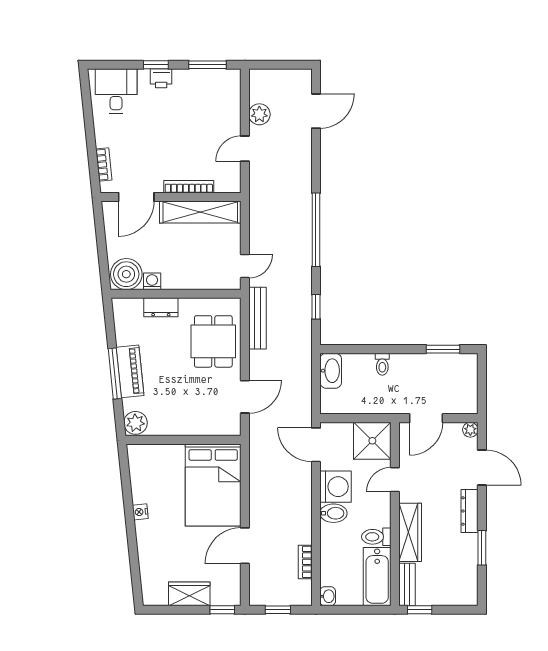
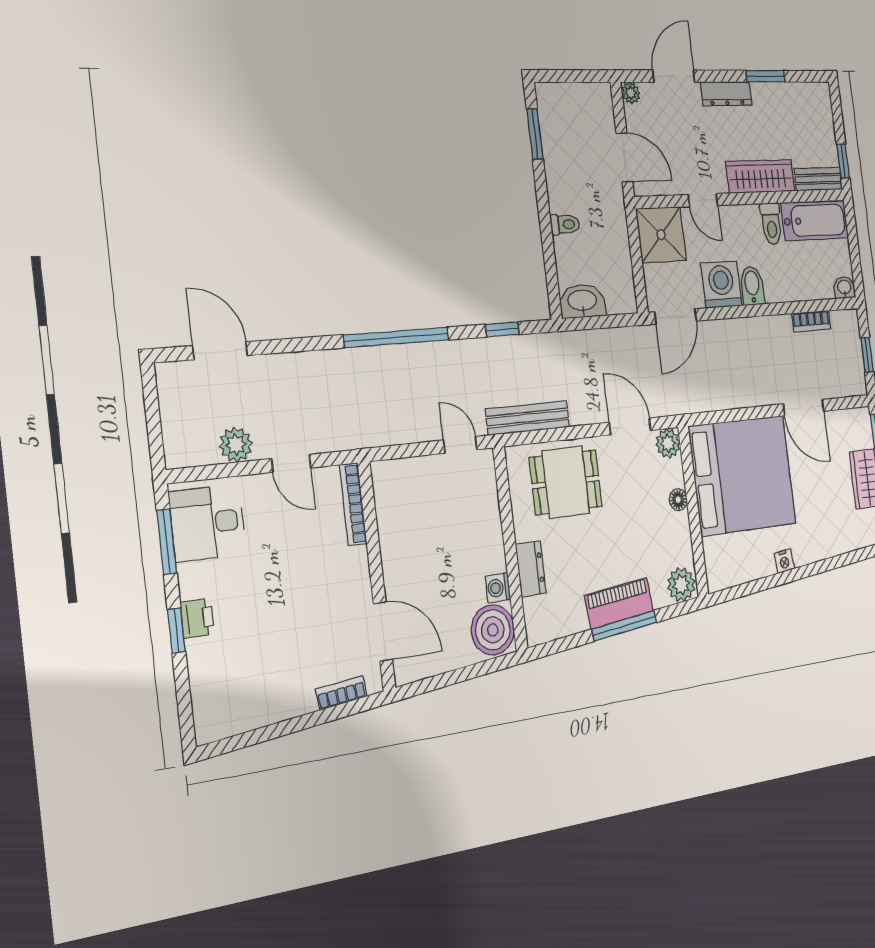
desk: (116, 91) -> (208, 523), moved
bookcase: (189, 187) -> (353, 504), moved
shelving: (200, 212) -> (393, 525), removed
plant: (231, 426) -> (668, 443), added
floor lamp: (192, 429) -> (678, 500), added
bed: (213, 485) -> (743, 475), width x1.36

